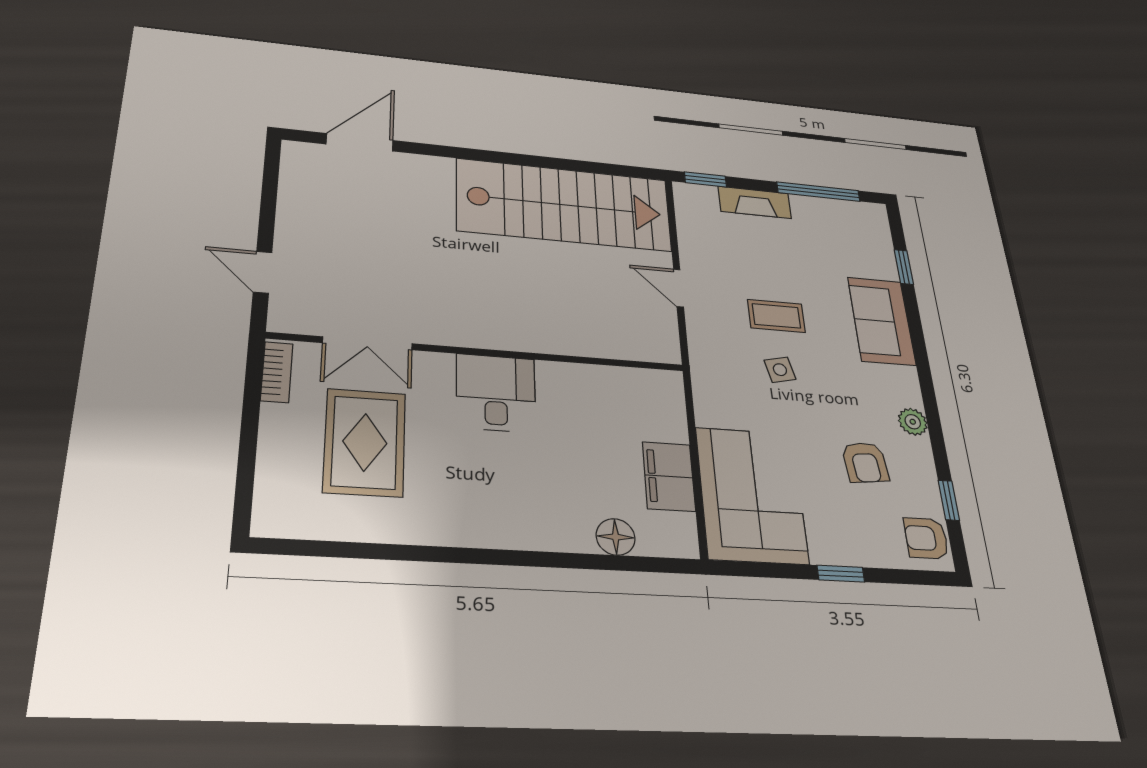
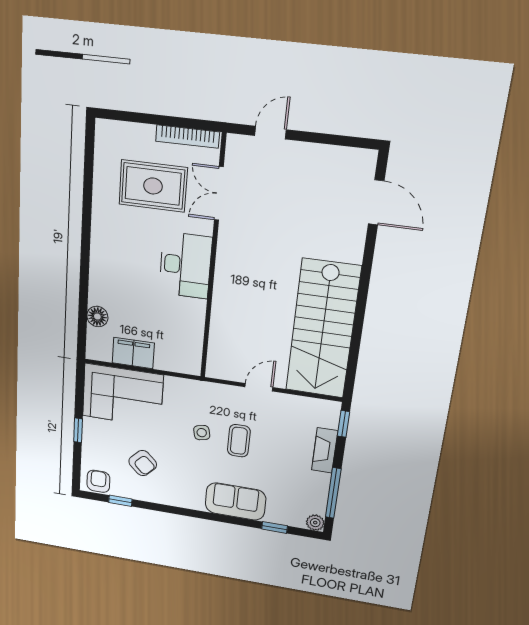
bookcase: (277, 372) -> (188, 137), width x1.56
desk: (496, 393) -> (185, 265), width x1.37
plant: (913, 422) -> (315, 523), moved
armchair: (865, 462) -> (143, 463), turned -130

